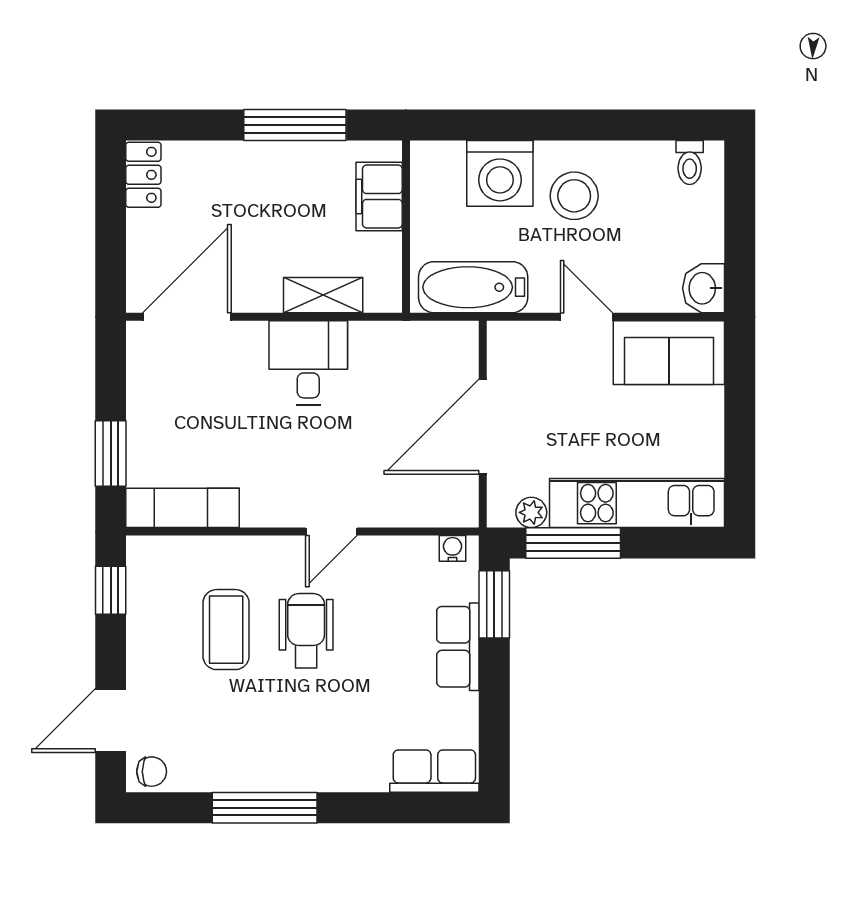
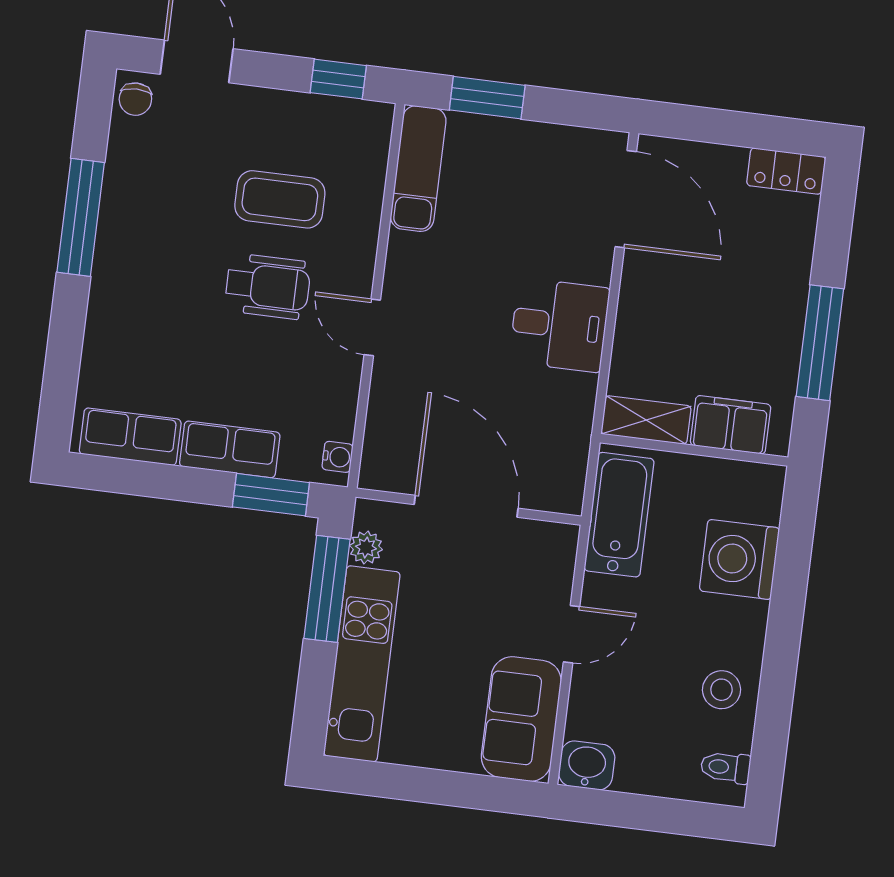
stool: (574, 196) -> (722, 690), moved, width x0.73, depth x0.73
shelving: (323, 295) -> (646, 420), moved, turned 90
row of seats: (434, 771) -> (130, 437), moved, turned -90

